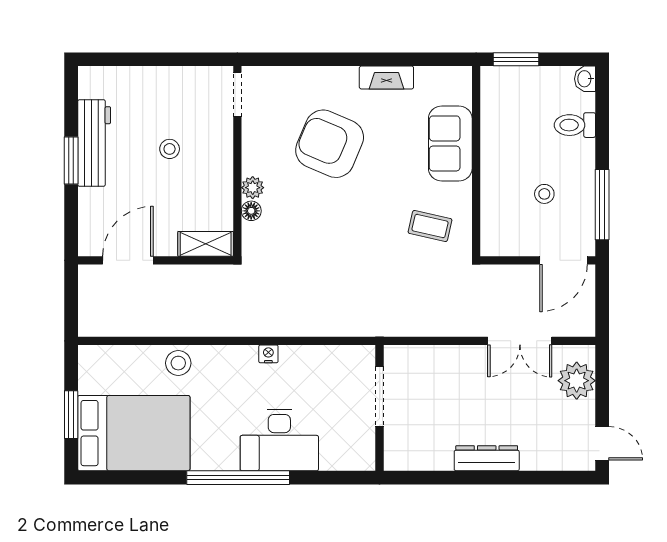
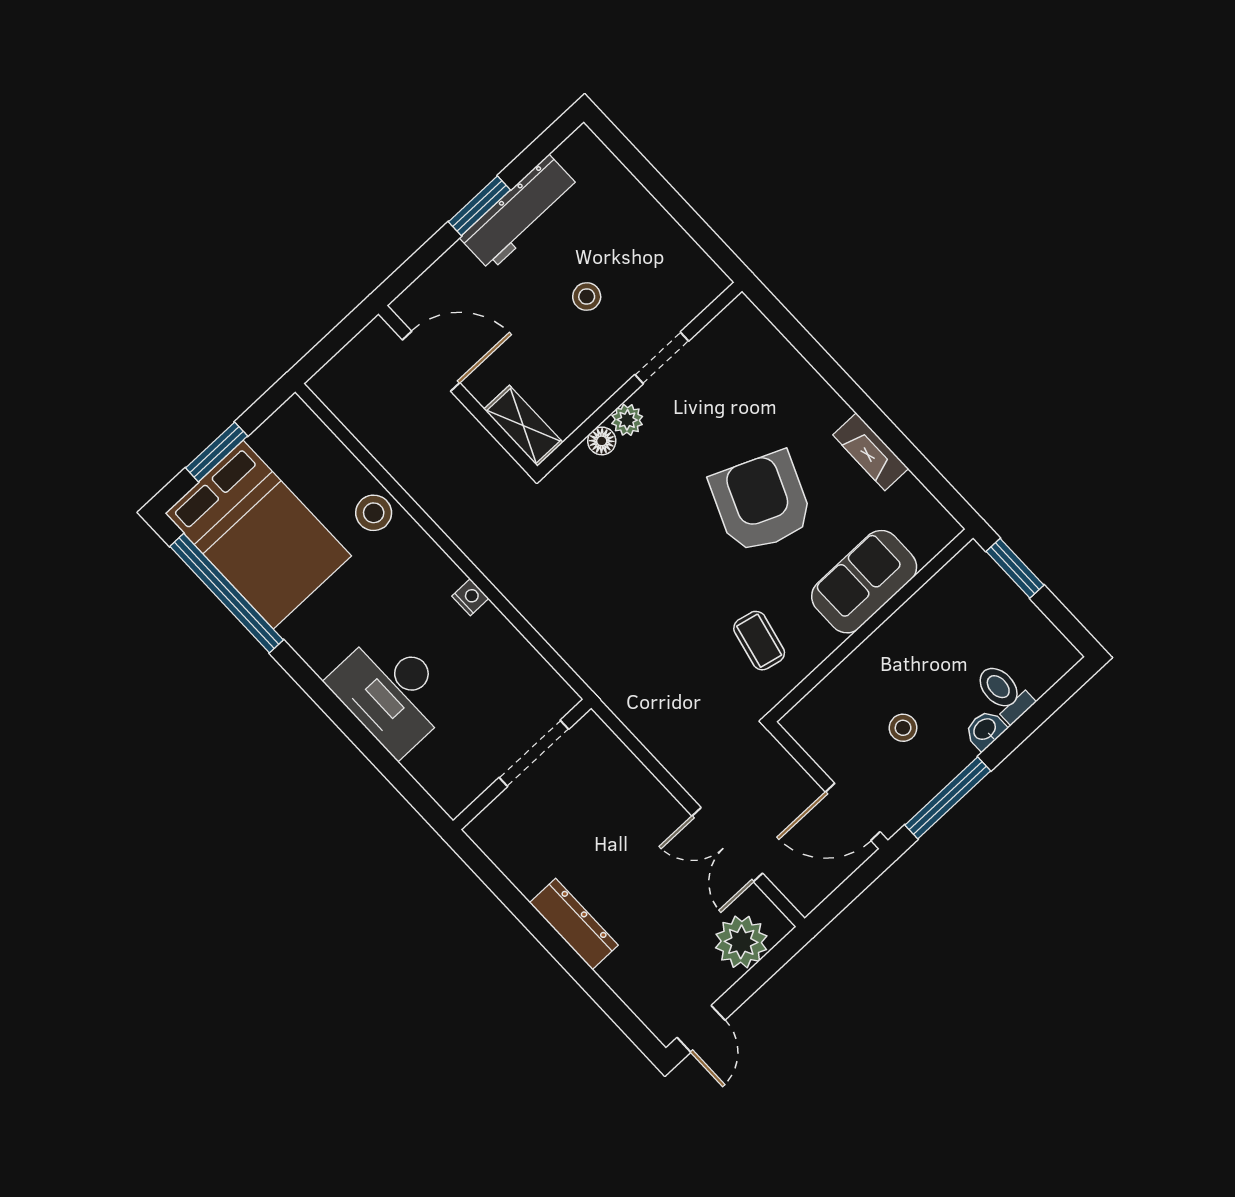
washbasin: (585, 79) -> (985, 730), moved
doorway: (237, 95) -> (662, 358), moved
armchair: (330, 144) -> (761, 502), moved
window: (238, 478) -> (227, 593), moved

